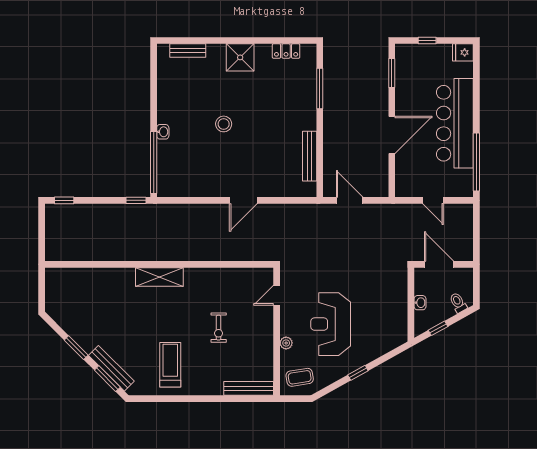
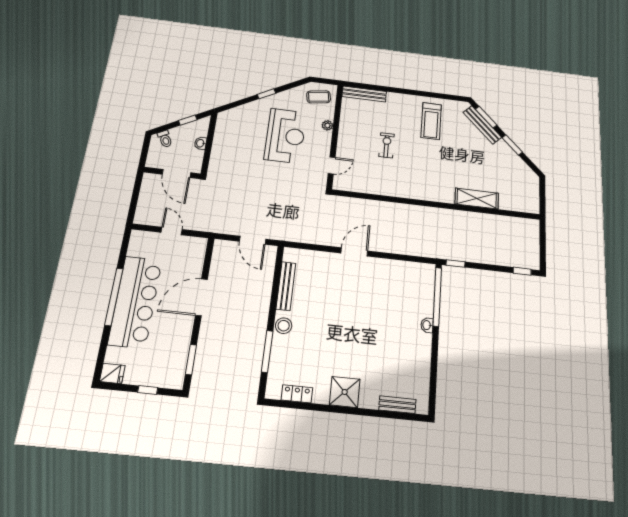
stool: (224, 124) -> (284, 326), moved
window: (476, 162) -> (114, 297), moved
shelving: (159, 277) -> (477, 199), moved

